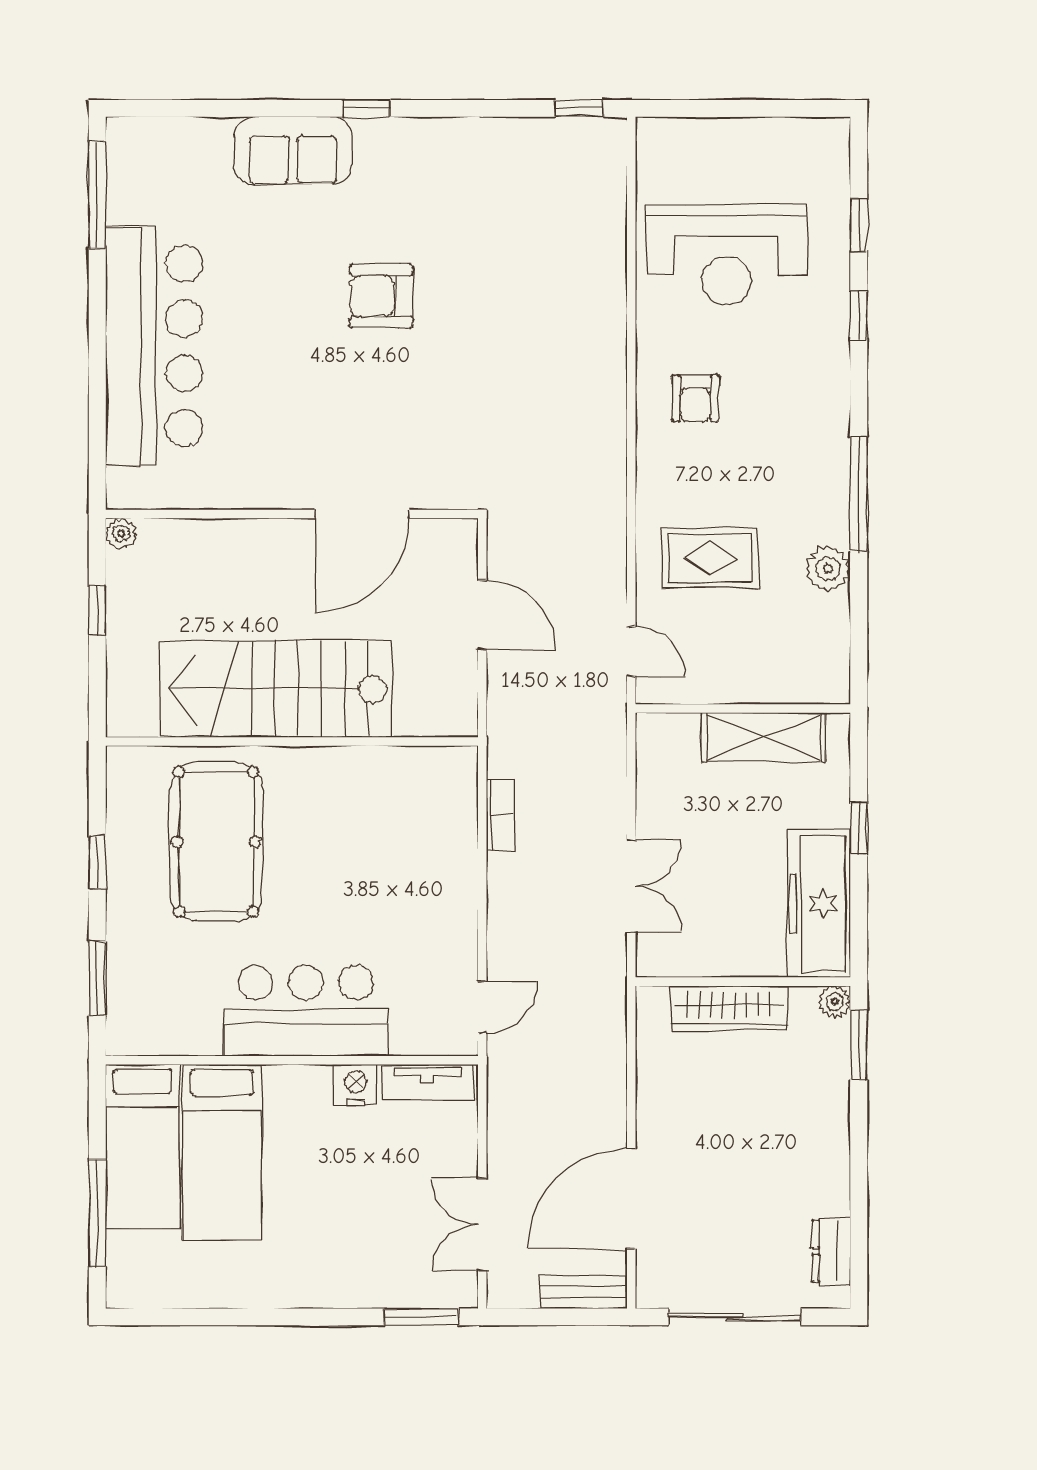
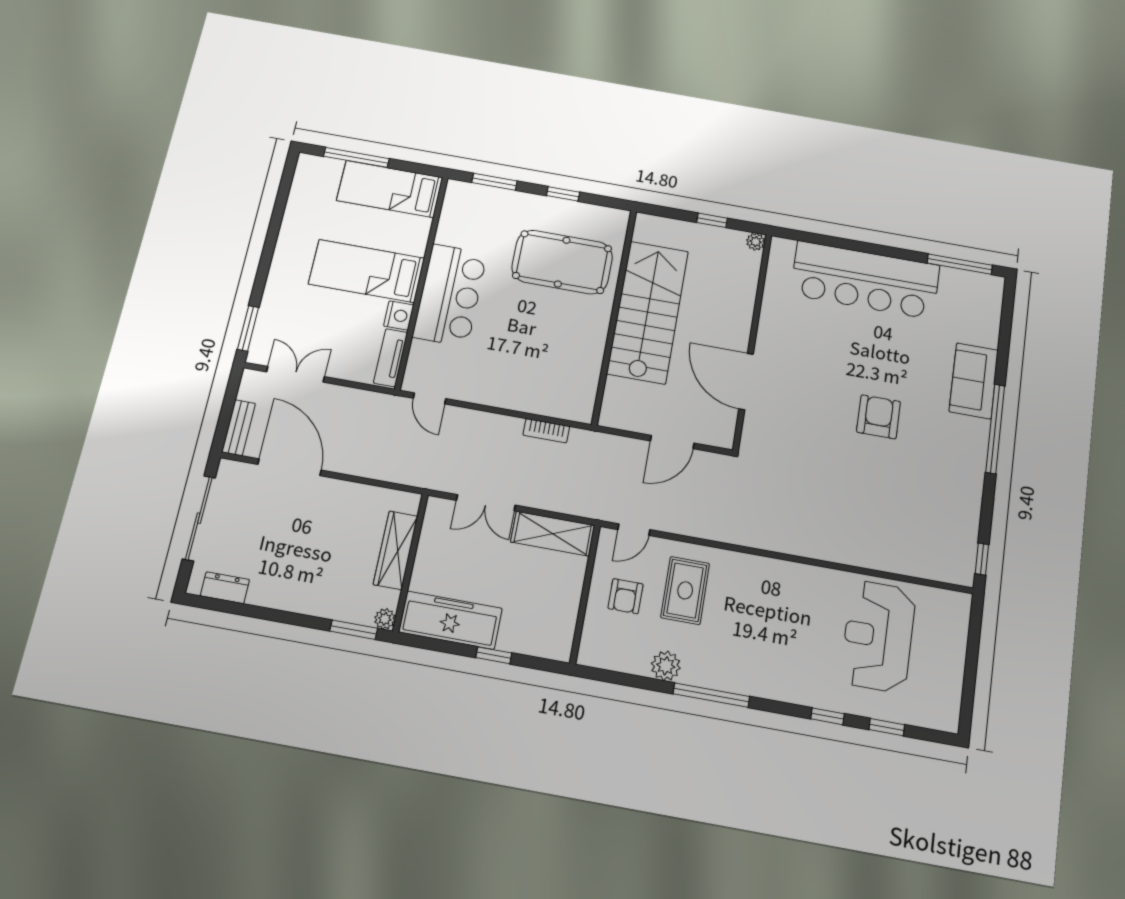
window: (367, 108) -> (995, 429), width x3.17
armchair: (695, 398) -> (625, 596), moved, turned -90
shelving: (764, 737) -> (553, 534), moved, turned 90
bed: (222, 1152) -> (367, 271), moved

